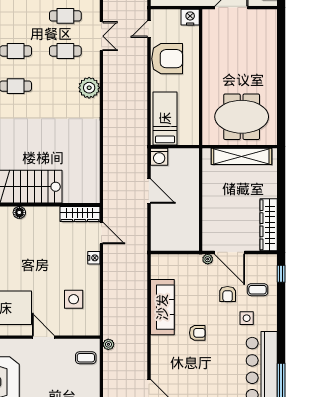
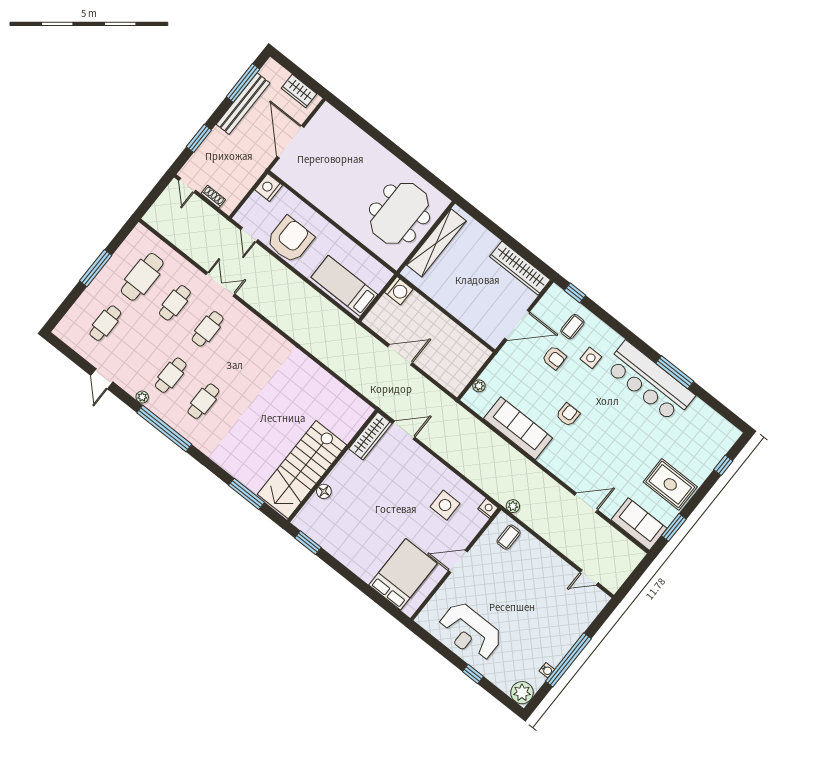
plant: (89, 88) -> (259, 334), removed
washing machine: (159, 157) -> (399, 291), moved
nightstand: (94, 258) -> (488, 508), moved
plant: (208, 259) -> (479, 386), moved

